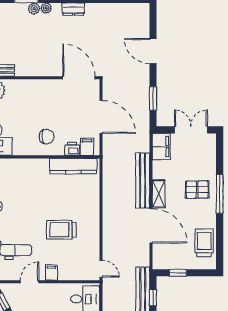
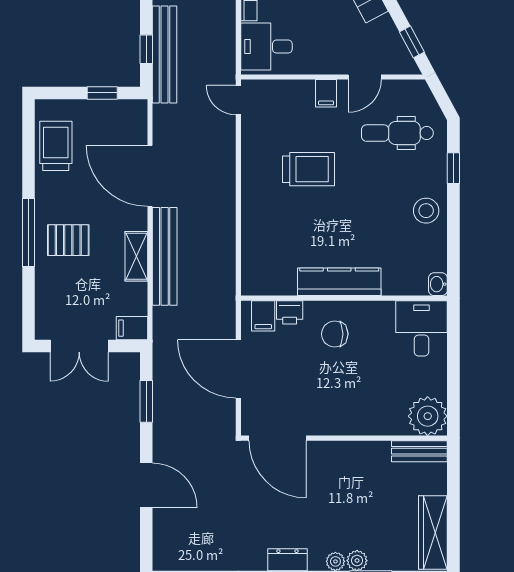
filing cabinet: (161, 147) -> (132, 328), width x0.50
kitchen counter: (73, 166) -> (339, 282), moved
shelving: (159, 194) -> (136, 256), moved
trolley: (204, 243) -> (56, 146), turned 180

